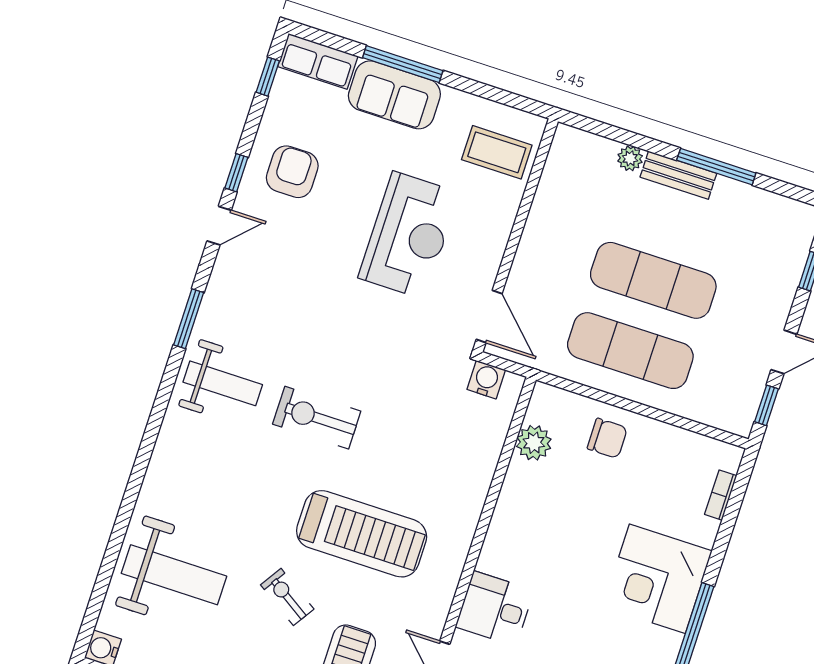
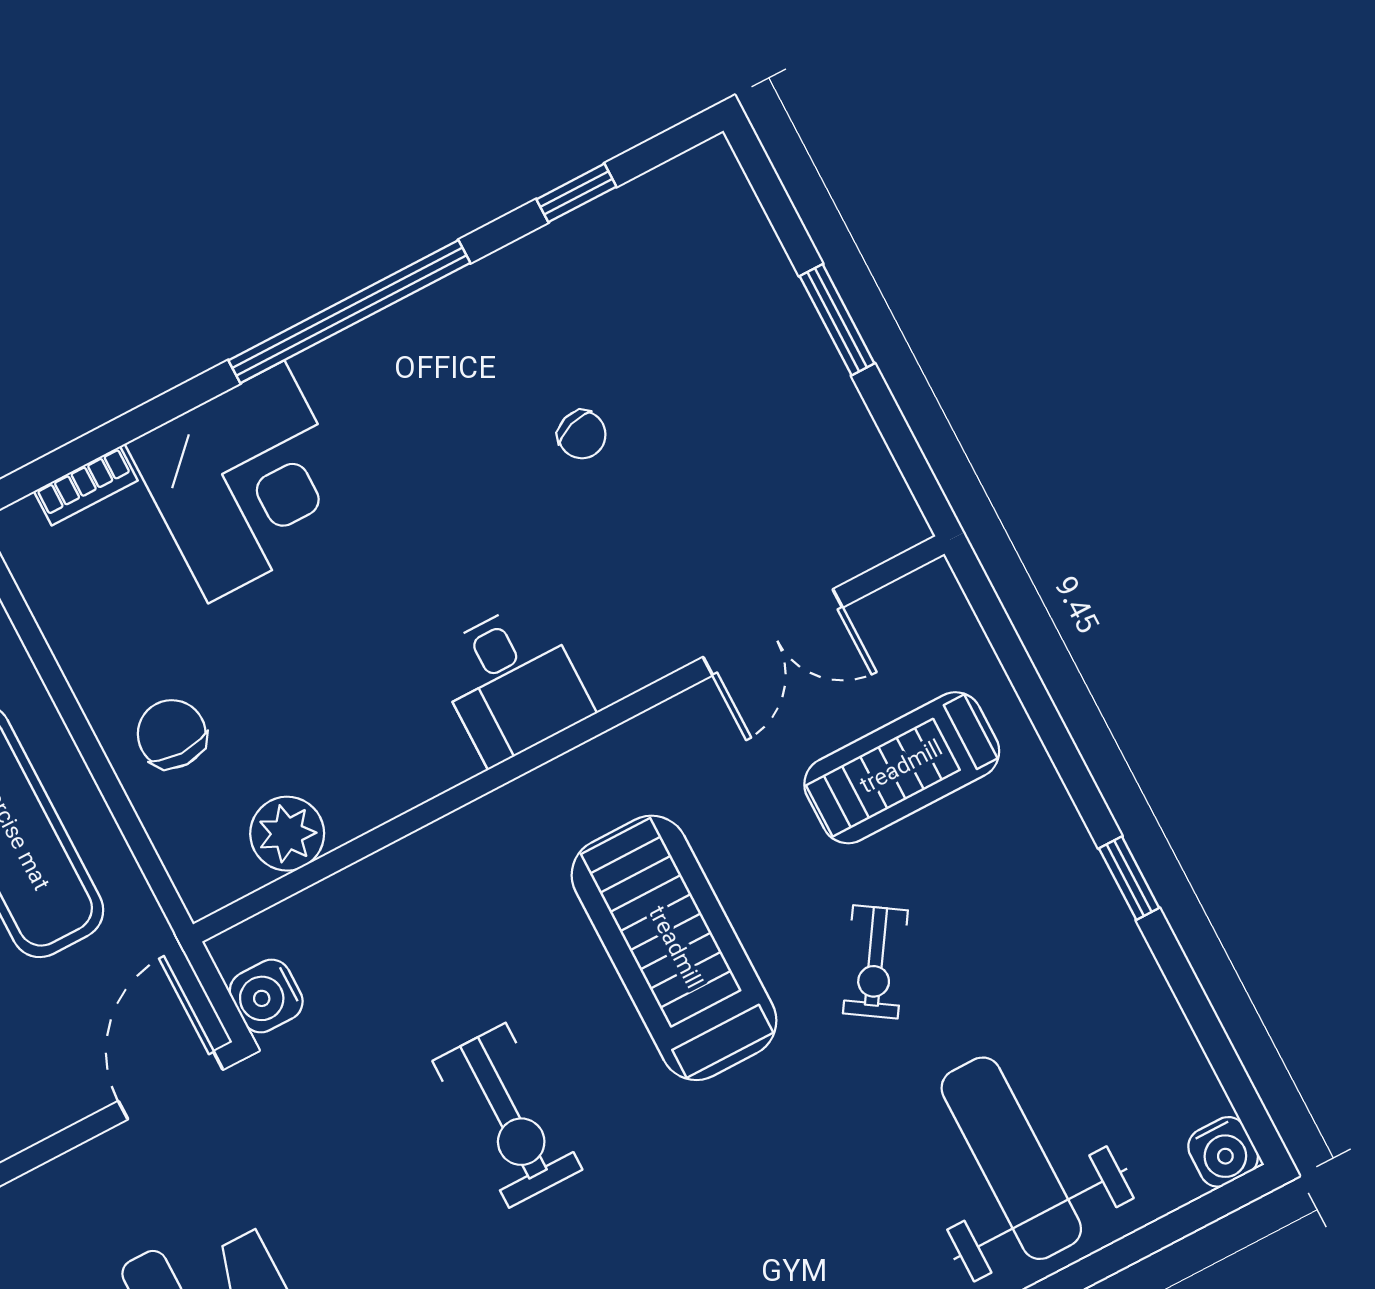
exercise bike: (317, 418) -> (507, 1115), moved
corner desk: (657, 579) -> (246, 482), moved
desk: (495, 609) -> (512, 683), moved

